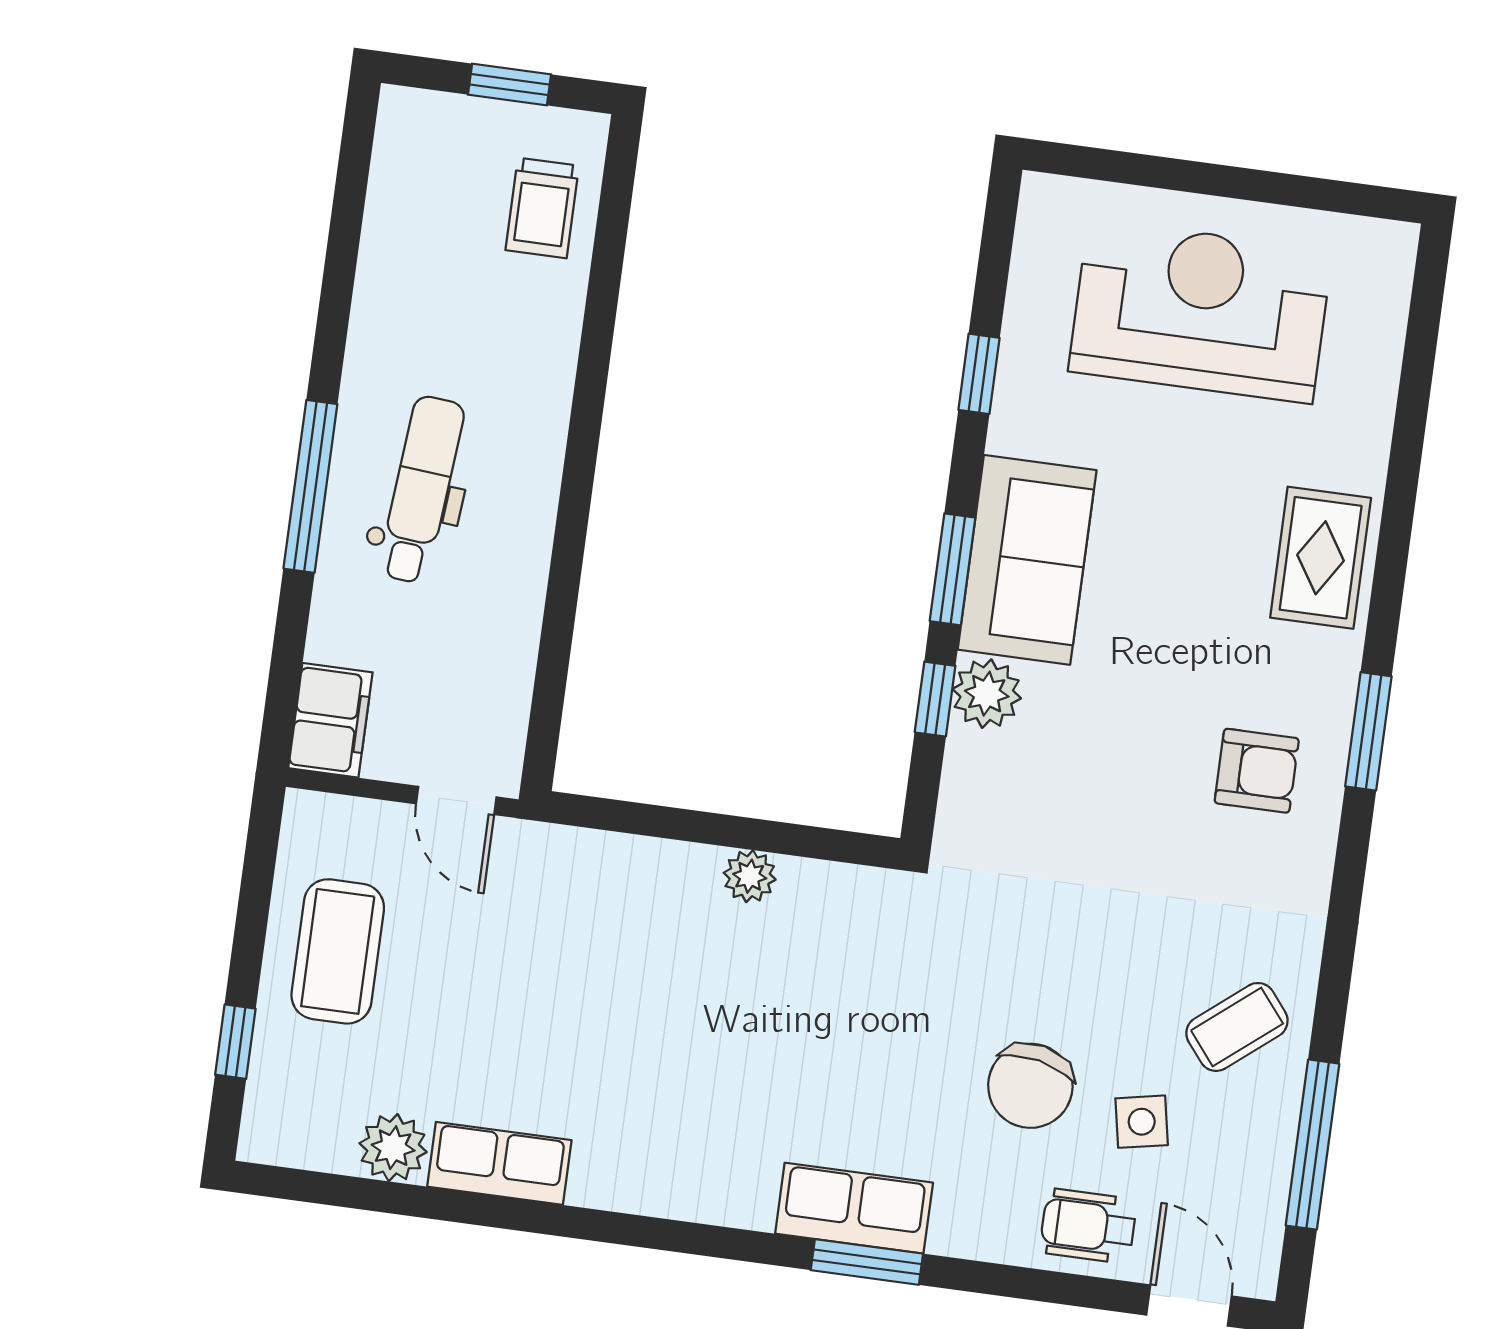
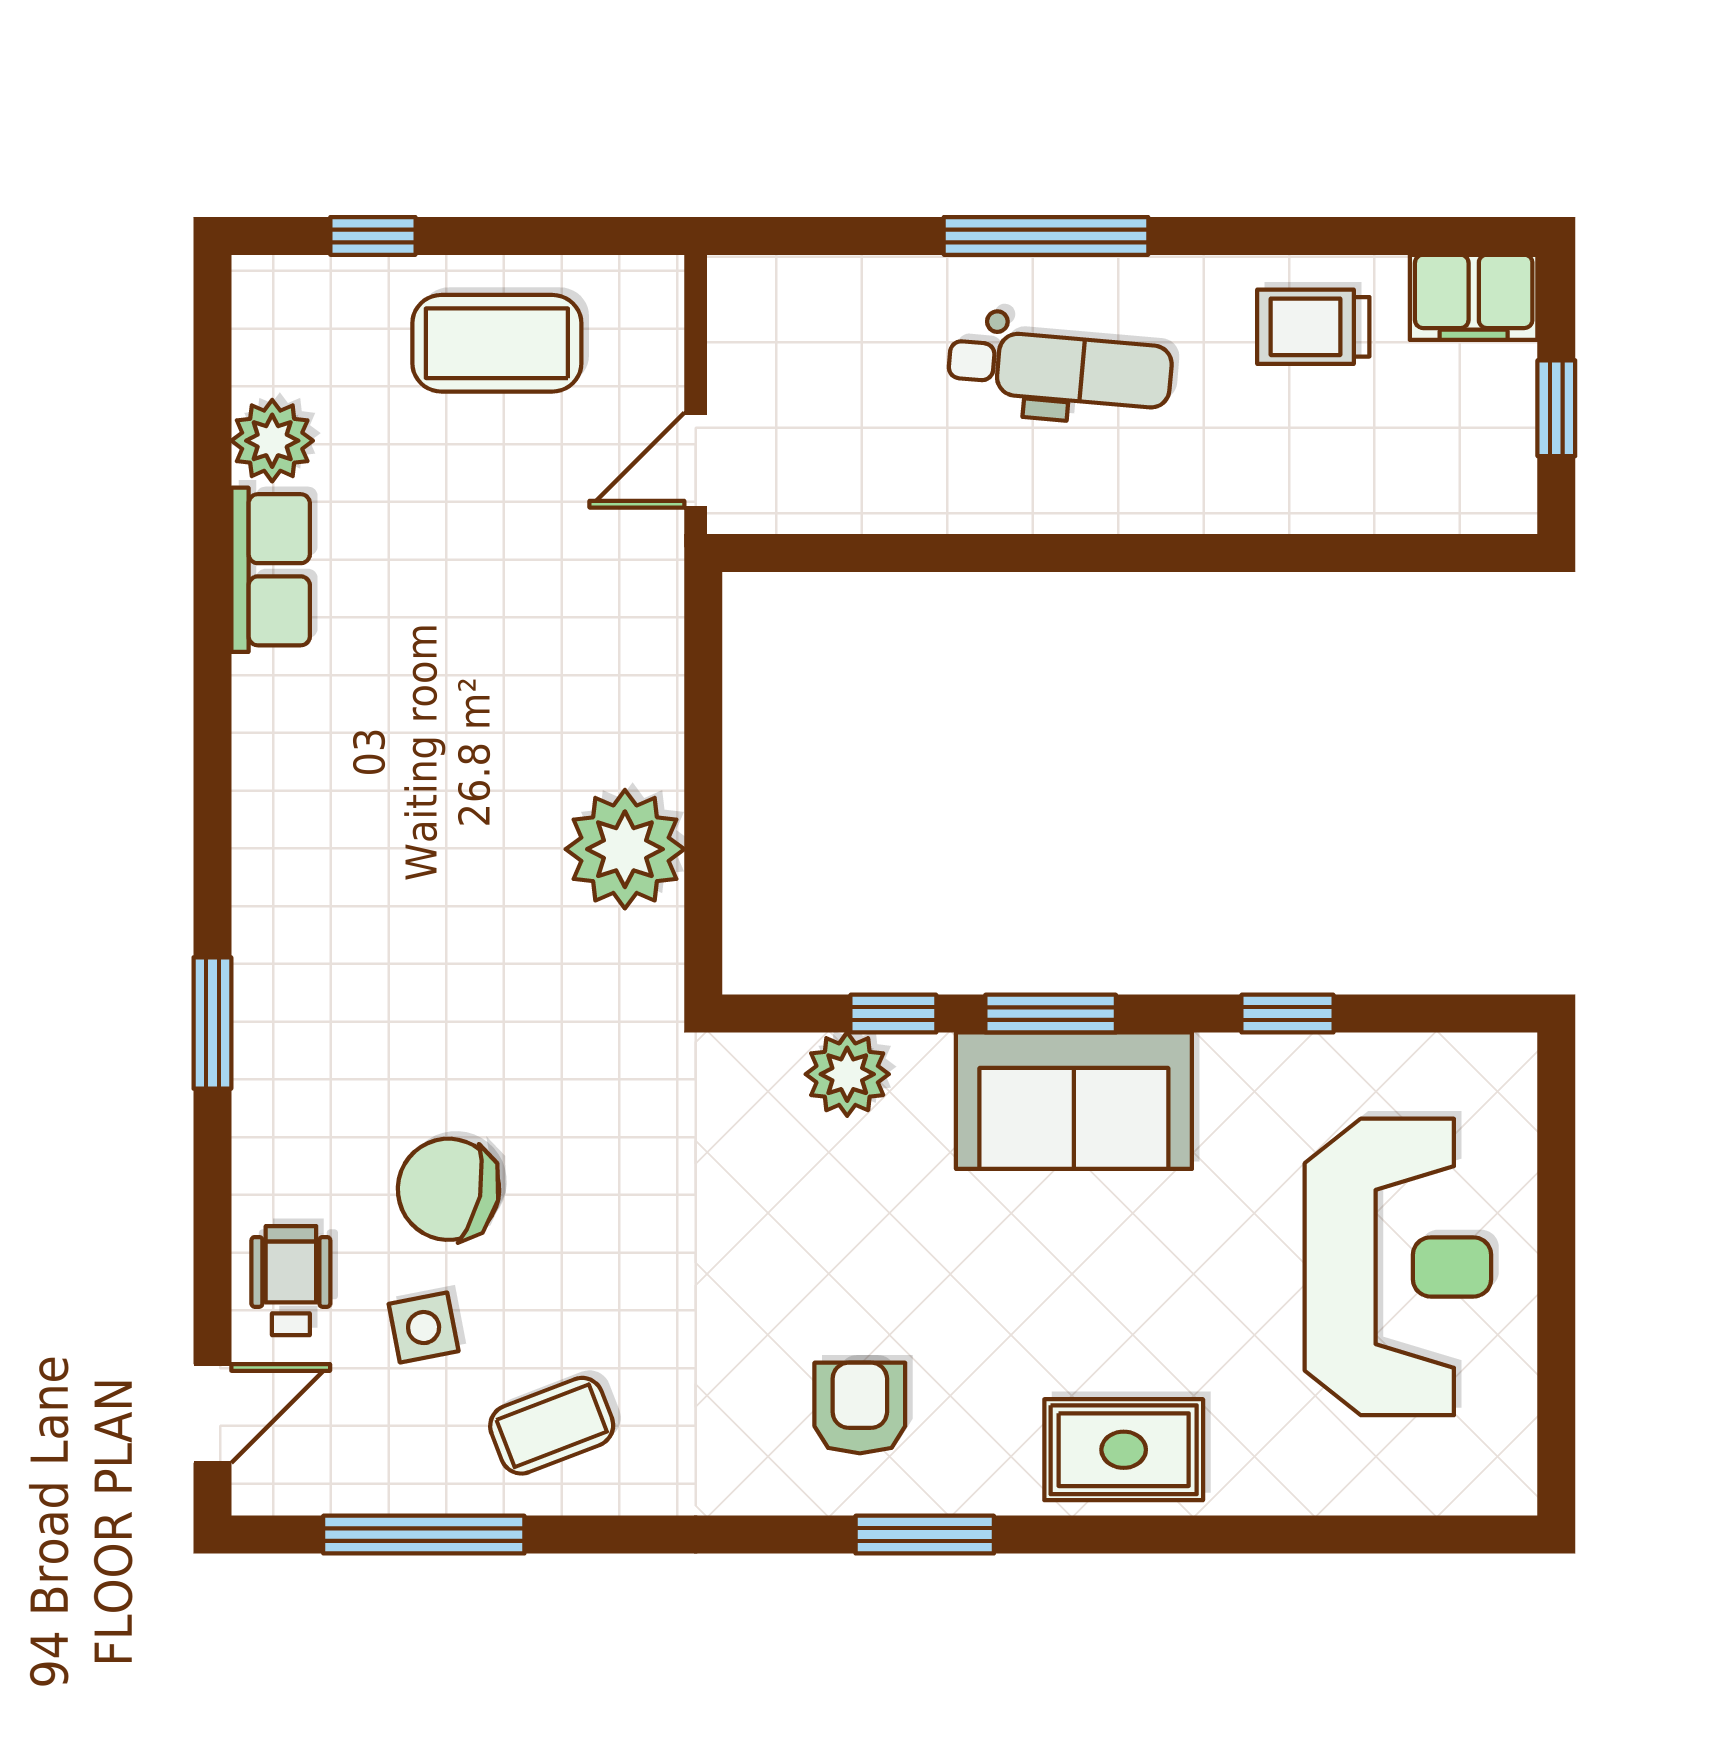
trolley: (542, 208) -> (1313, 327), moved
plant: (987, 694) -> (847, 1074), moved
filing cabinet: (330, 720) -> (1474, 297), moved
armchair: (1257, 771) -> (860, 1408), turned 180
plant: (750, 876) -> (625, 849), width x1.87, depth x1.87
coffee table: (1237, 1027) -> (552, 1426), turned -72
row of seats: (854, 1208) -> (274, 999), removed

